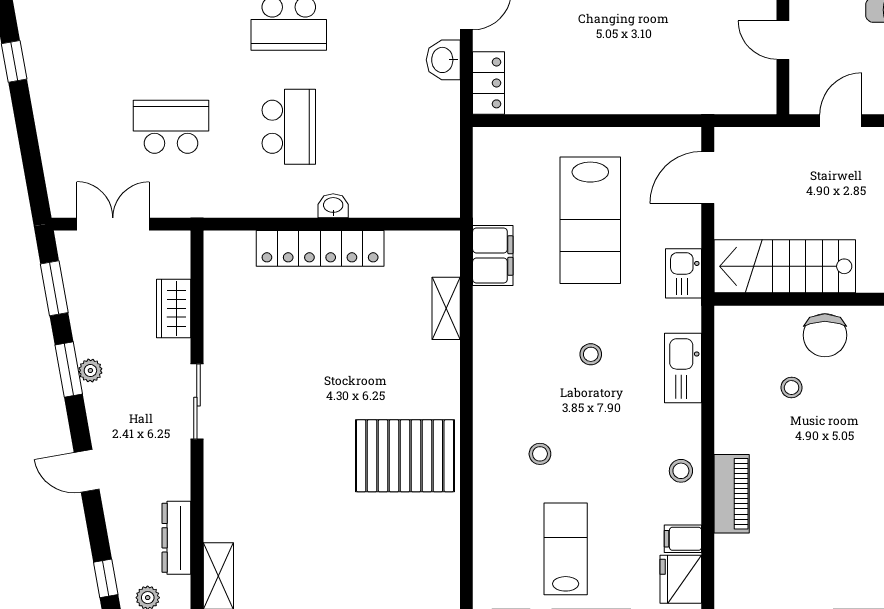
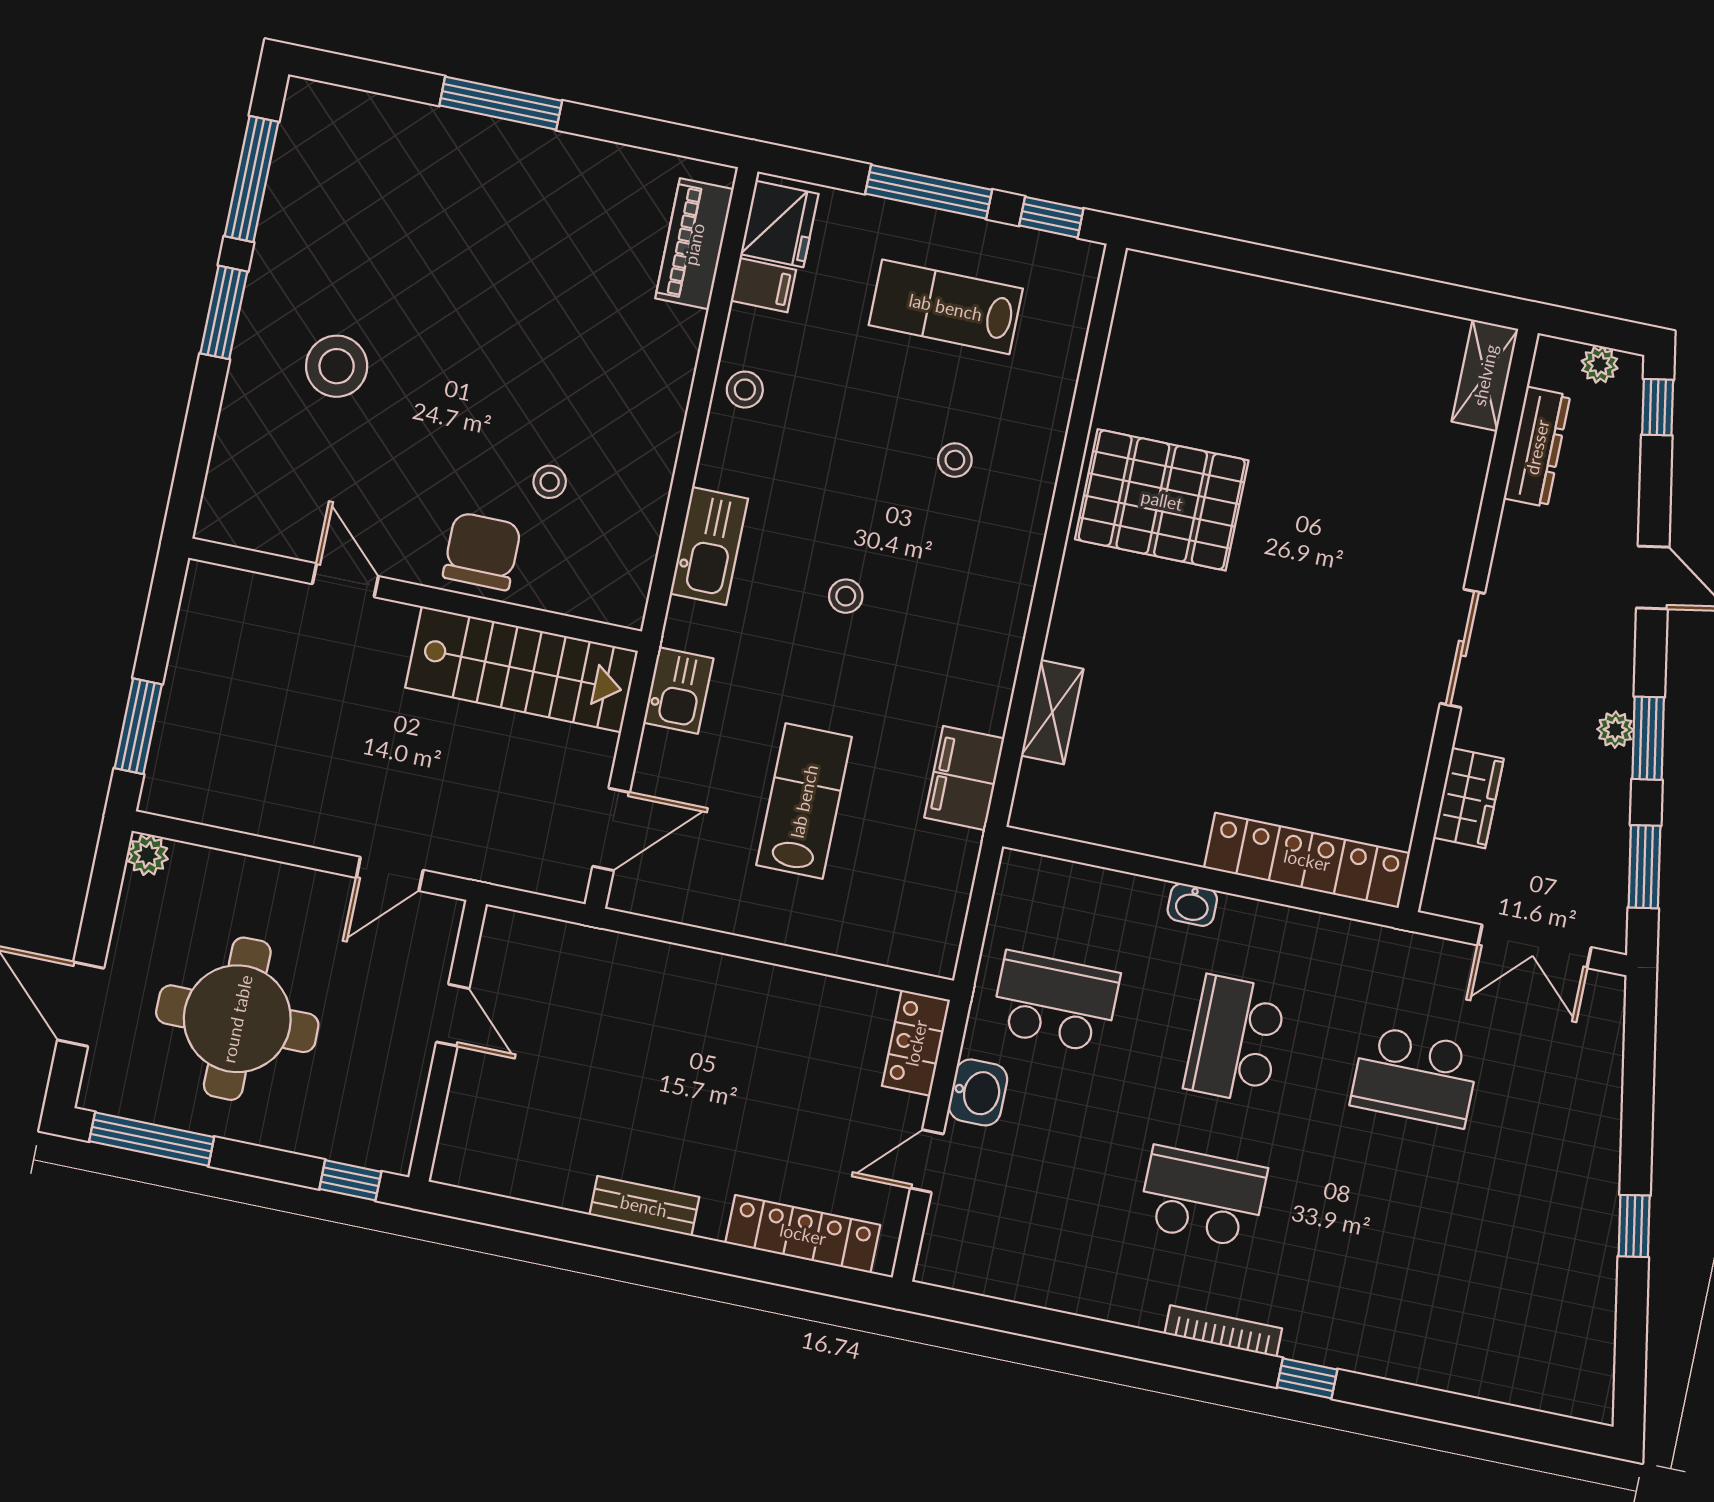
school desk: (407, 127) -> (1055, 1002), added
lab bench: (590, 220) -> (804, 801), width x0.73, depth x0.72
locker: (320, 248) -> (1307, 860), moved
piano: (732, 494) -> (694, 244), moved
lab bench: (566, 549) -> (946, 307), turned 90

